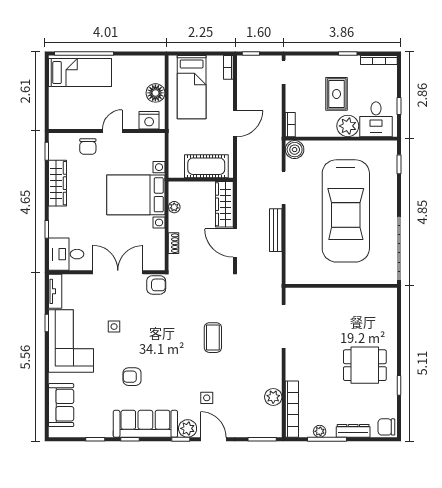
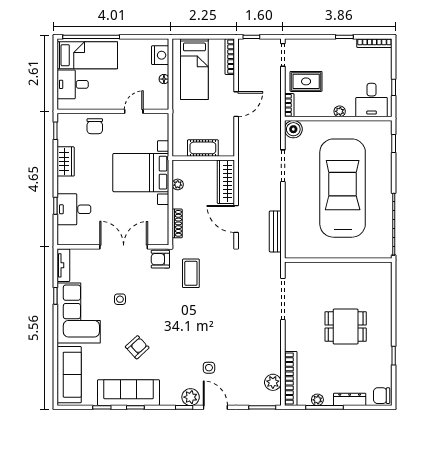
bookcase: (228, 67) -> (230, 57), width x1.56
floor lamp: (155, 93) -> (164, 79), width x0.53, depth x0.53
rug: (337, 94) -> (306, 81), moved, turned 90
desk: (65, 103) -> (73, 84), added
nightstand: (149, 120) -> (160, 55), moved, turned -90
plant: (348, 126) -> (340, 111), width x0.53, depth x0.53
door: (112, 131) -> (134, 111), moved
cot: (206, 166) -> (203, 148), width x0.73, depth x0.75
wardrobe: (57, 183) -> (66, 161), width x0.67
car: (346, 211) -> (343, 188), turned 180
bench: (276, 230) -> (275, 231), moved
shoe rack: (174, 243) -> (177, 223), width x1.43
desk: (66, 254) -> (74, 209), moved
armchair: (156, 285) -> (160, 259), turned 180
coffee table: (213, 338) -> (191, 273), moved
dining table: (365, 365) -> (346, 327), moved
armchair: (132, 377) -> (137, 347), turned 137
plant: (273, 397) -> (273, 382), moved
sofa: (61, 405) -> (69, 375), width x1.36
sofa: (145, 424) -> (128, 393), moved

